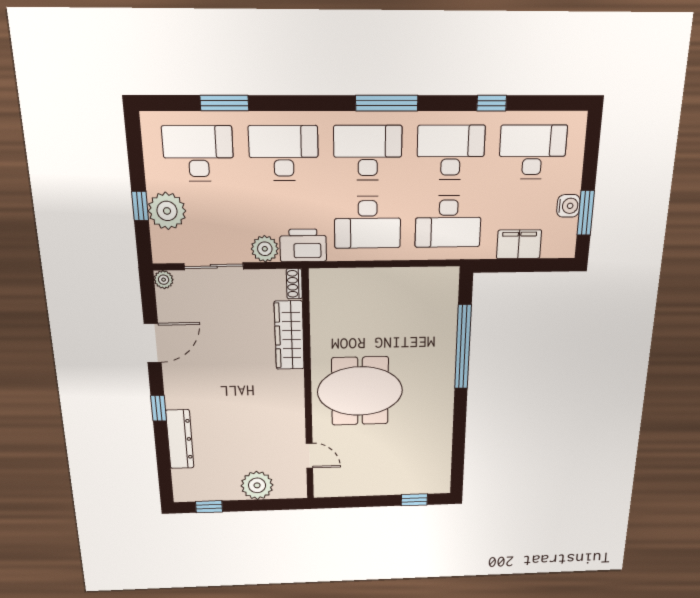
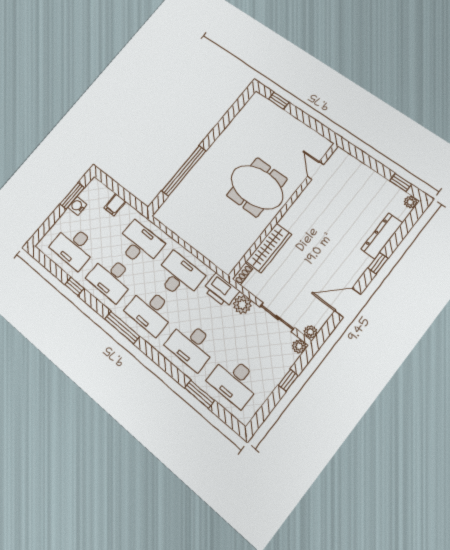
plant: (167, 211) -> (299, 346), moved, width x0.53, depth x0.53
filing cabinet: (519, 244) -> (115, 205), width x0.50
plant: (257, 485) -> (410, 202), moved, width x0.53, depth x0.53

